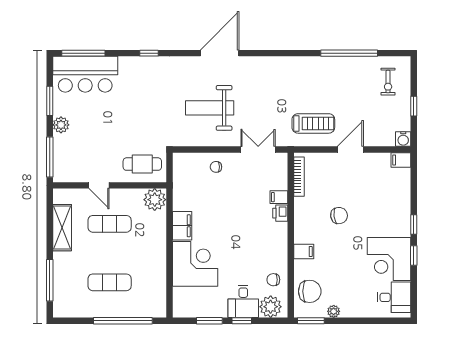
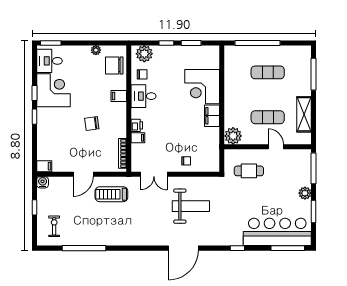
bar counter: (85, 74) -> (277, 232), width x1.36
cafe table: (142, 164) -> (249, 171), moved
desk: (243, 301) -> (144, 96), moved, turned -90
window: (311, 321) -> (51, 43), moved

